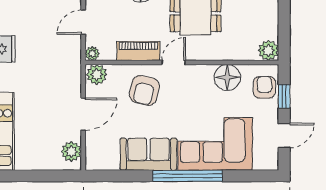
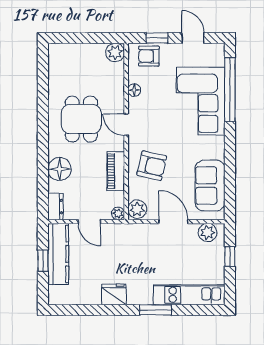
door: (174, 62) -> (126, 125), moved
floor lamp: (227, 77) -> (134, 90), width x0.53, depth x0.53
sofa: (149, 154) -> (210, 186), moved
window: (45, 176) -> (230, 257), added
window: (188, 176) -> (230, 90), moved

